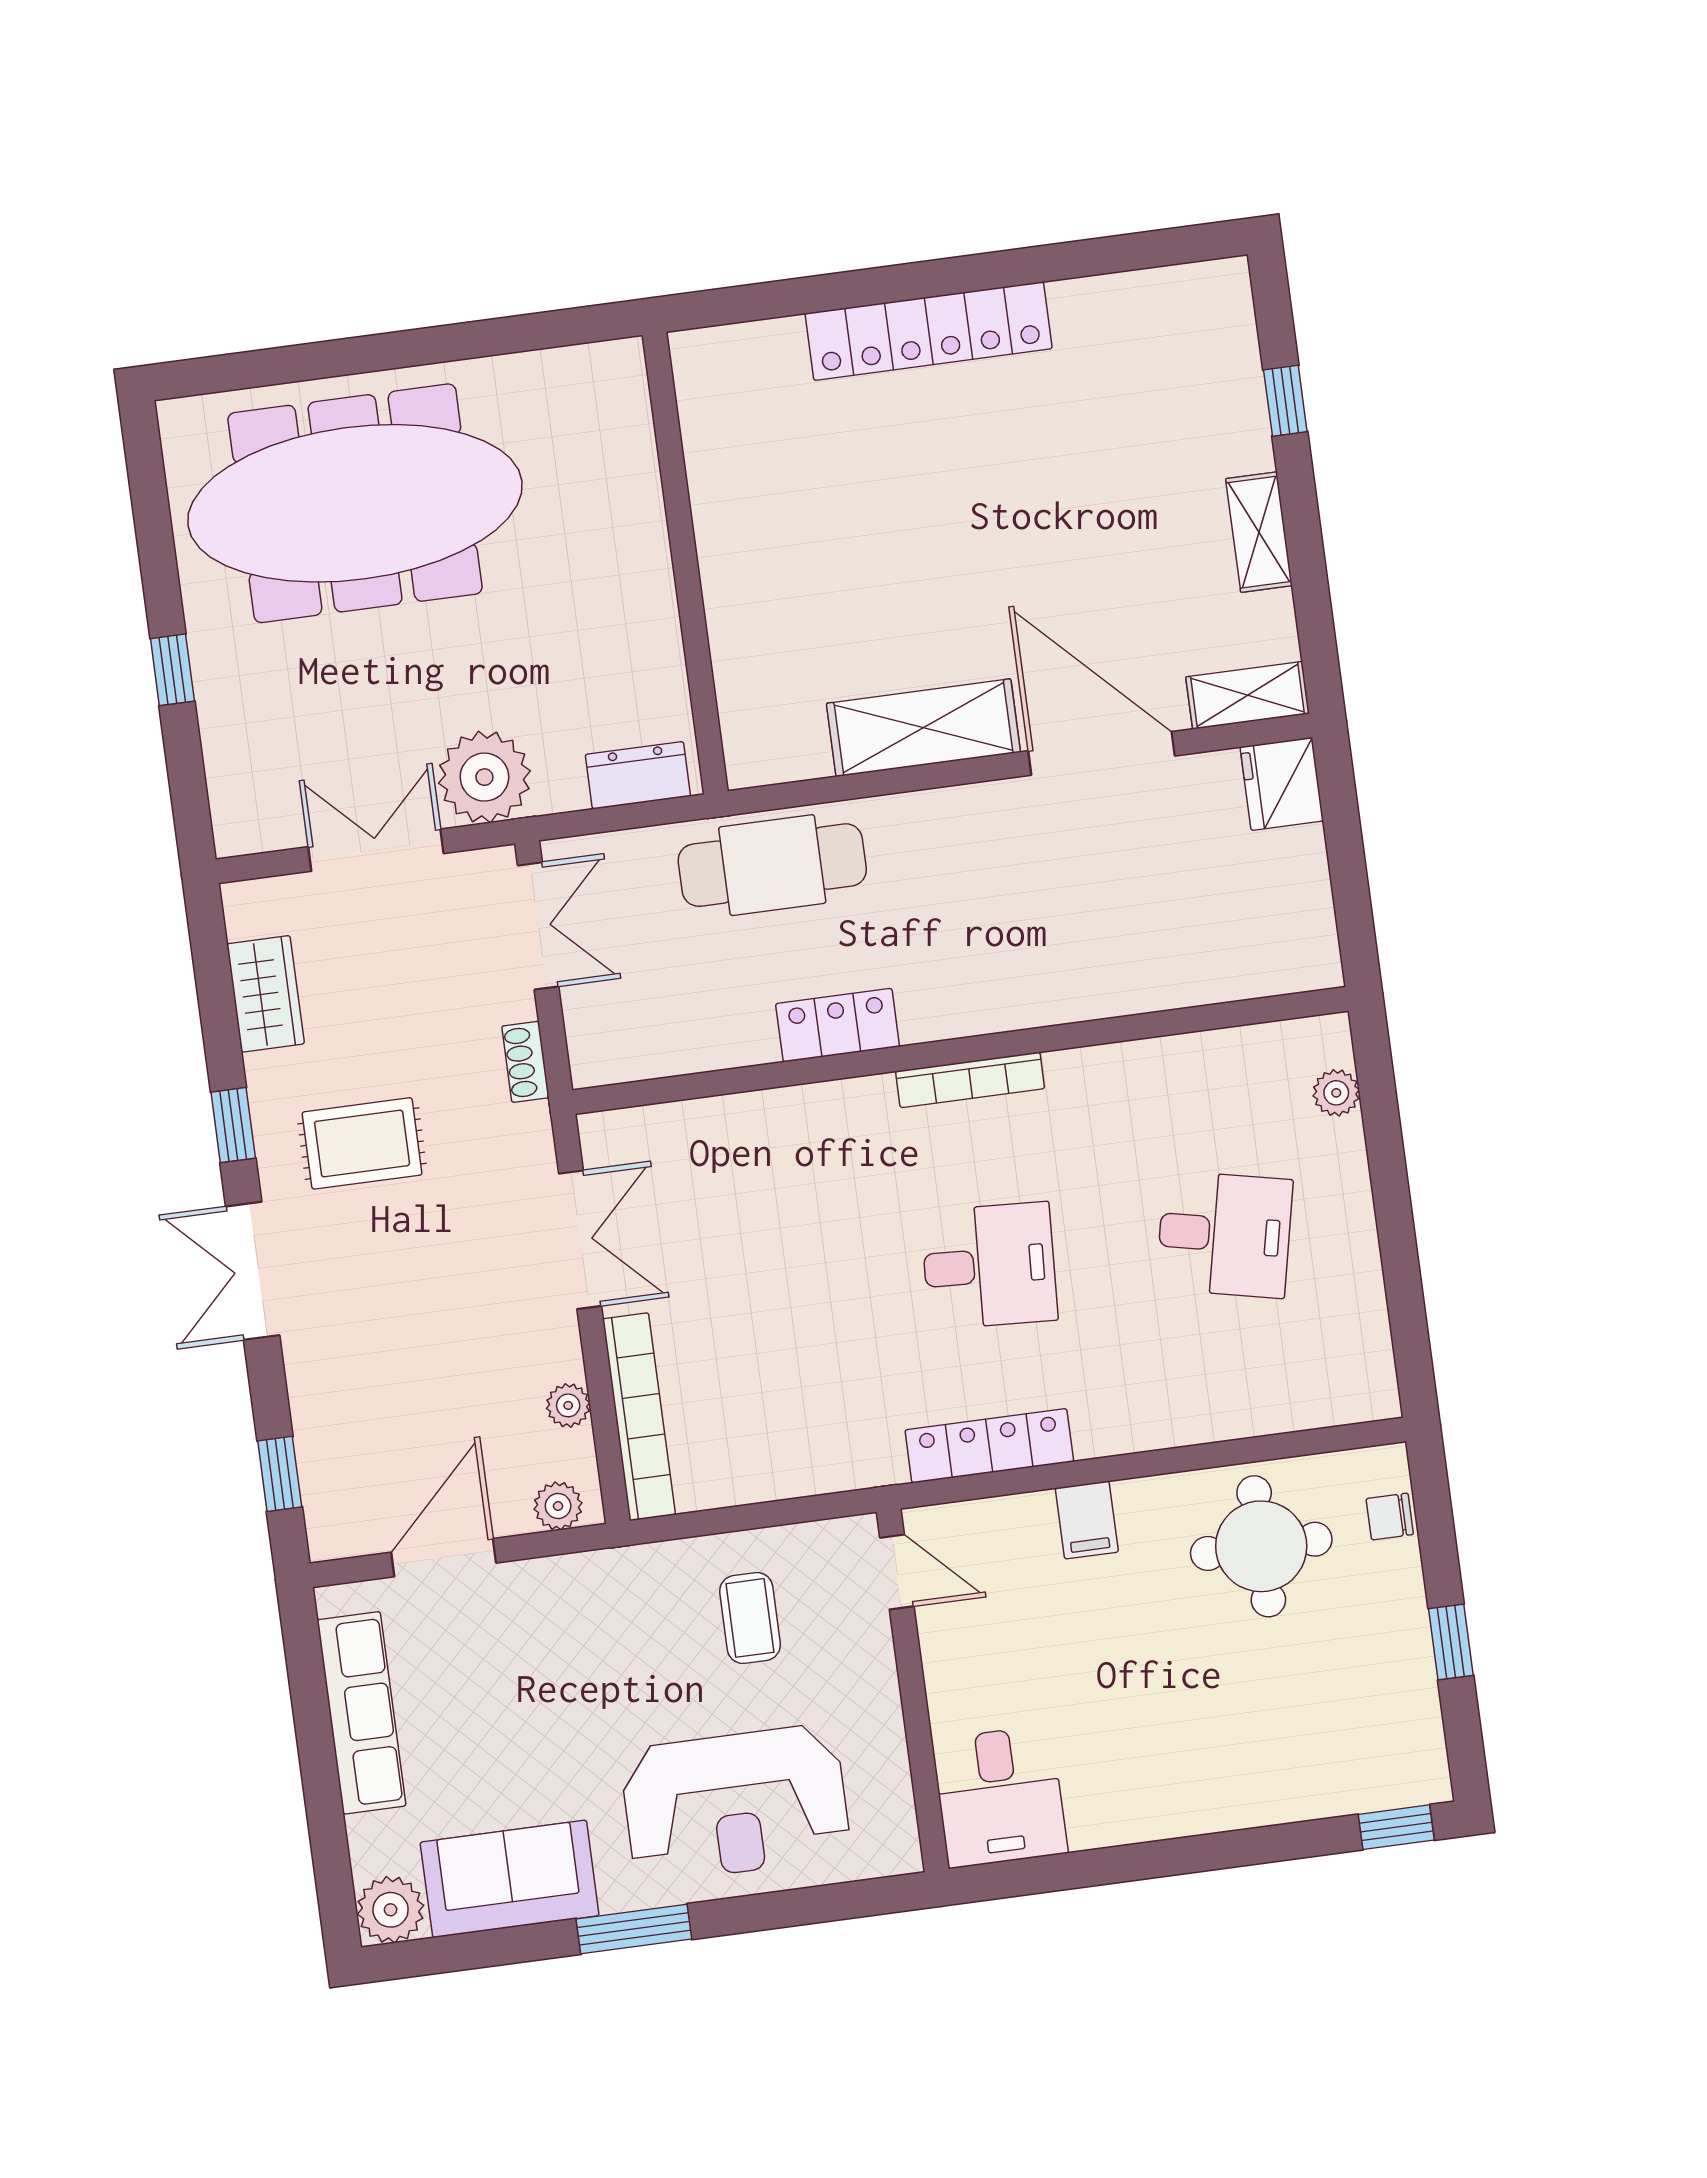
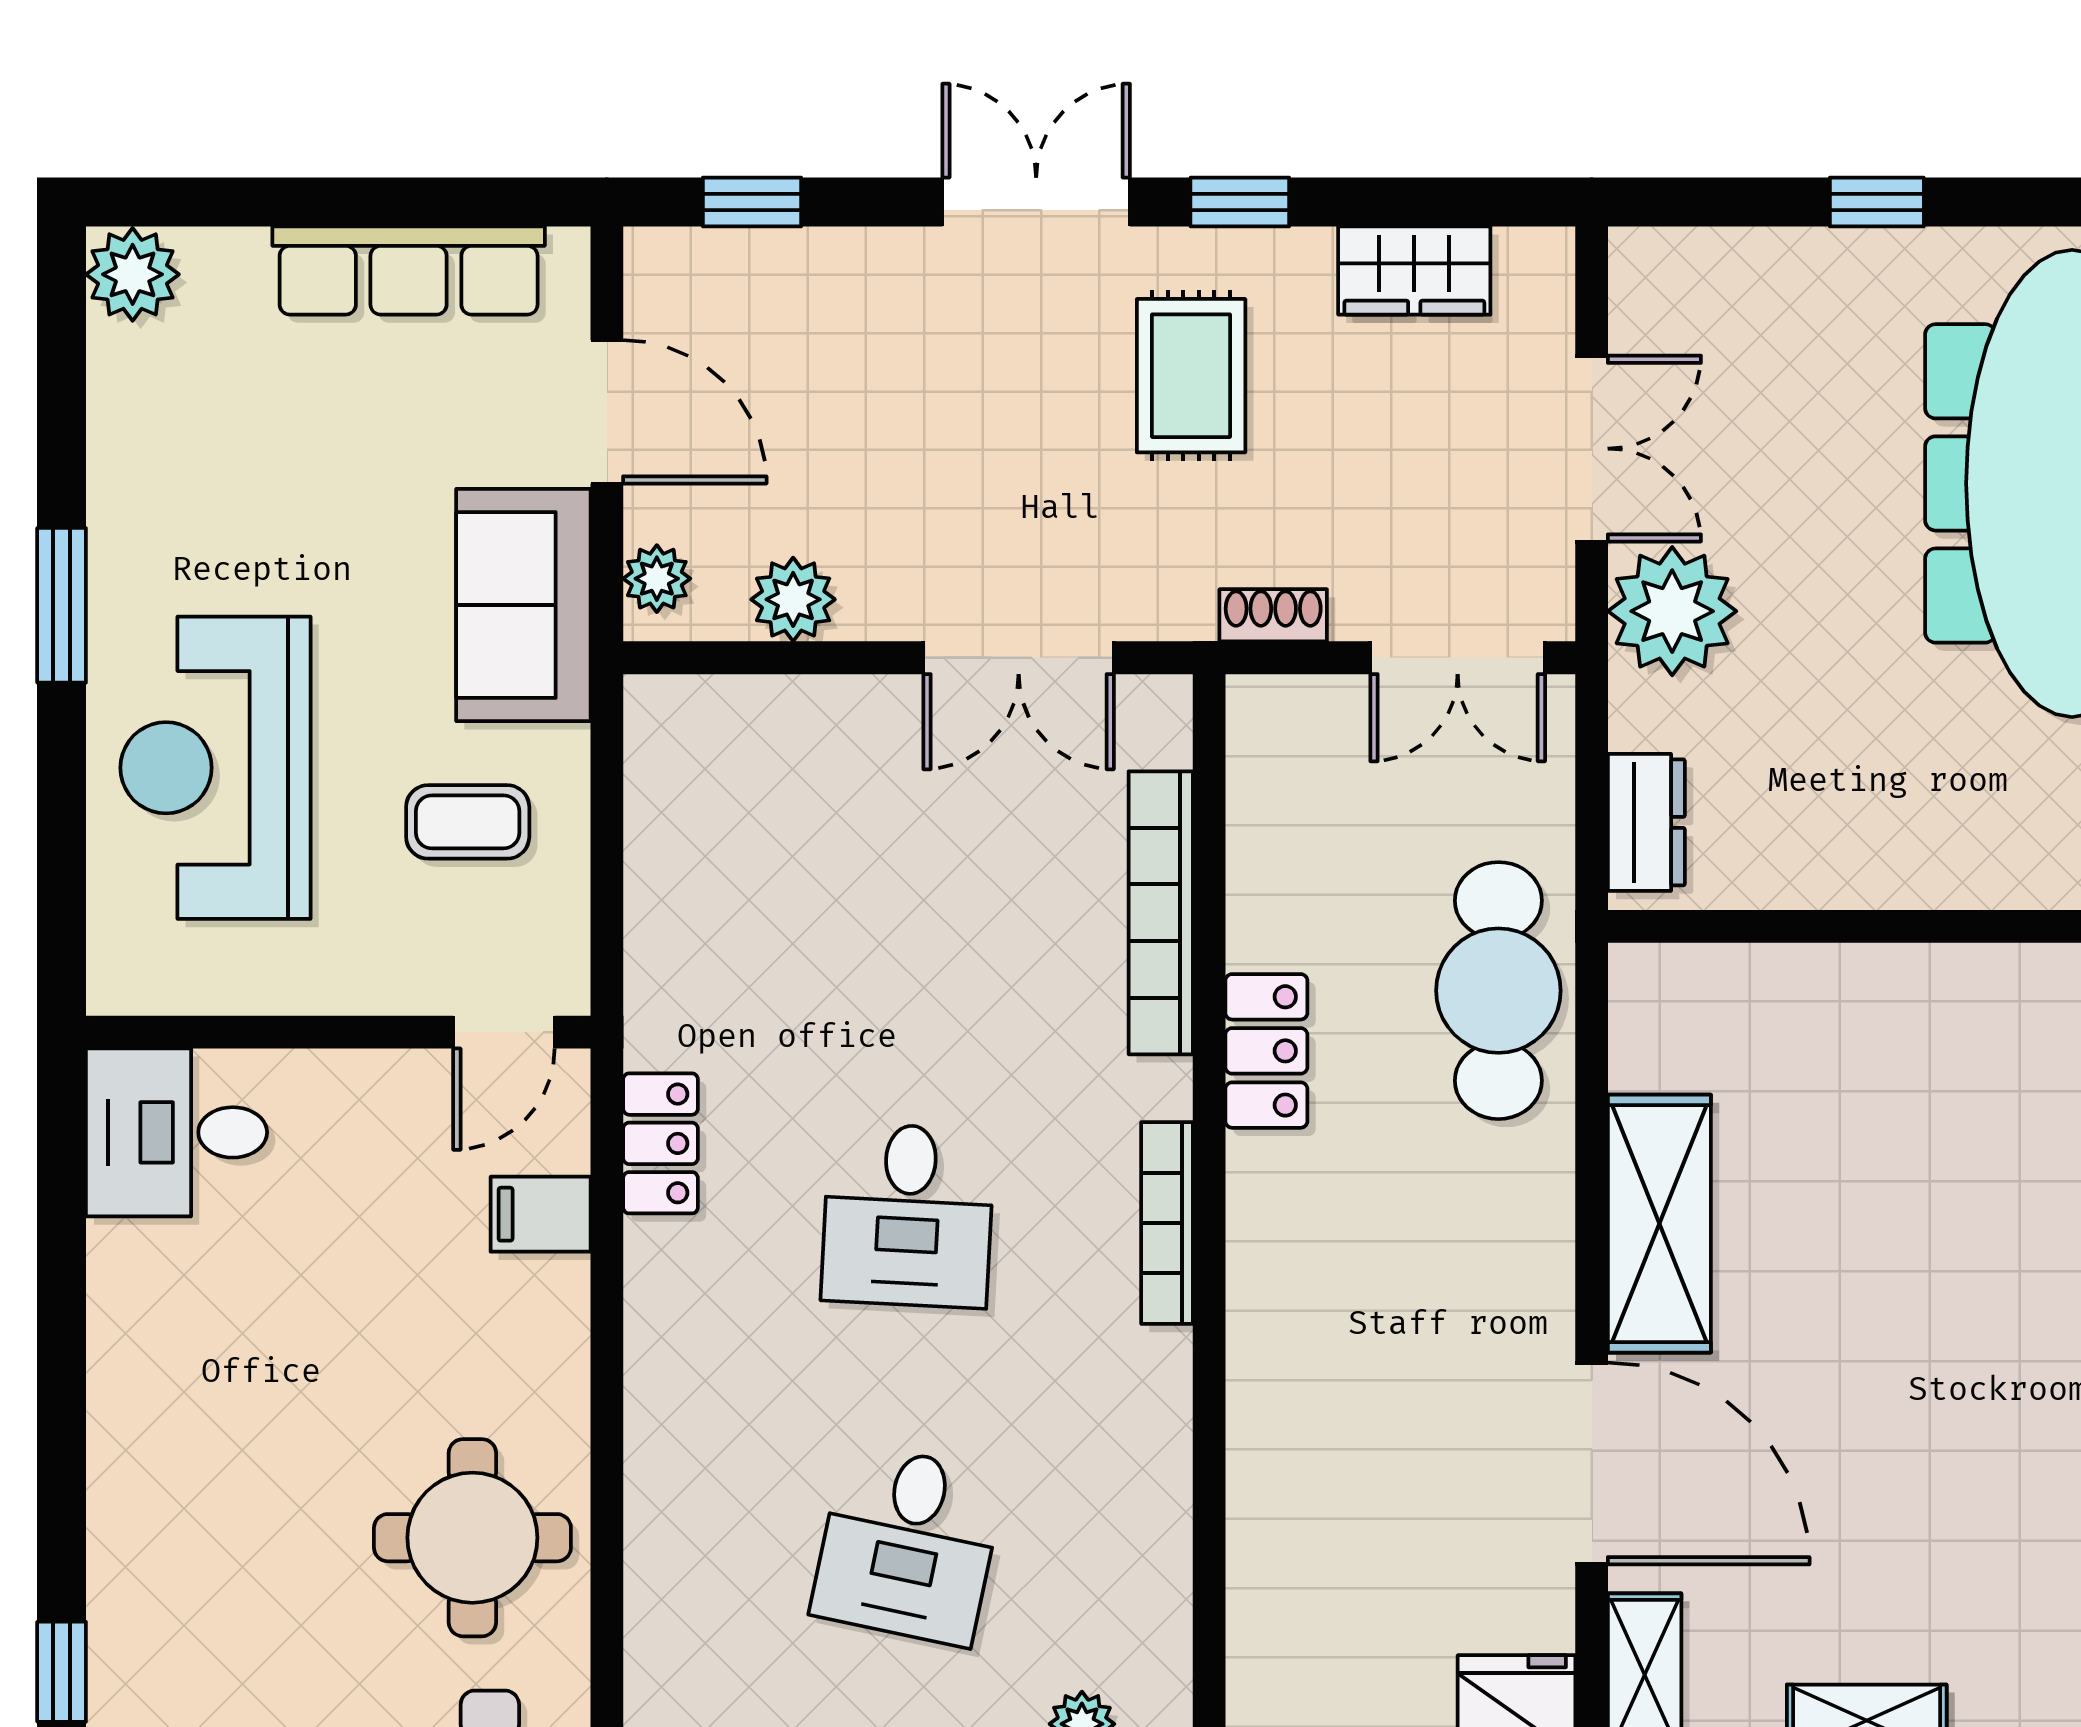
door: (1101, 753) -> (1592, 1464), hinge flipped
plant: (568, 1405) -> (793, 599), width x1.38, depth x1.38
bookcase: (639, 1417) -> (1161, 913), moved, turned 90
locker: (989, 1446) -> (661, 1143), width x0.66
filing cabinet: (1087, 1520) -> (541, 1214), moved
sofa: (510, 1879) -> (523, 605), moved, turned 180

